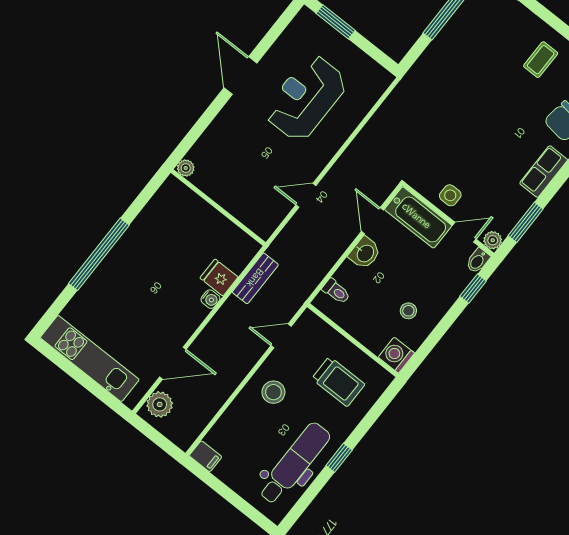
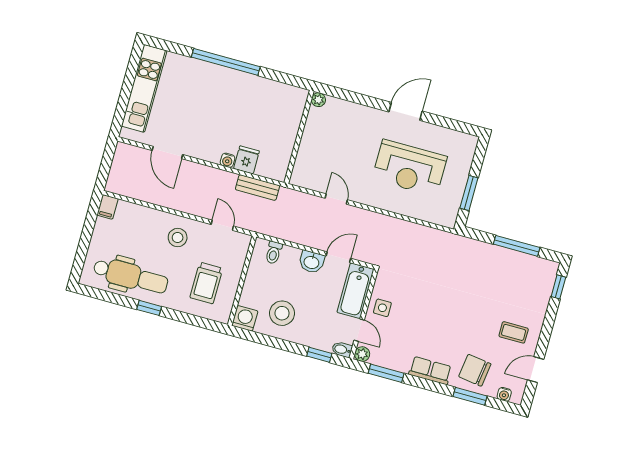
window: (336, 22) -> (469, 193), moved
reception desk: (306, 98) -> (410, 168), turned 180
stool: (408, 311) -> (282, 313), width x1.89, depth x1.89
plant: (160, 404) -> (132, 156), removed

